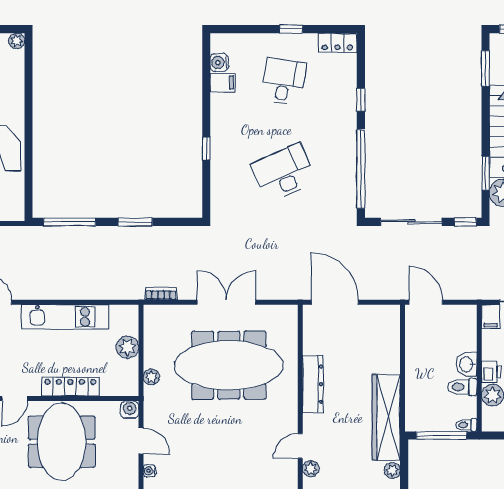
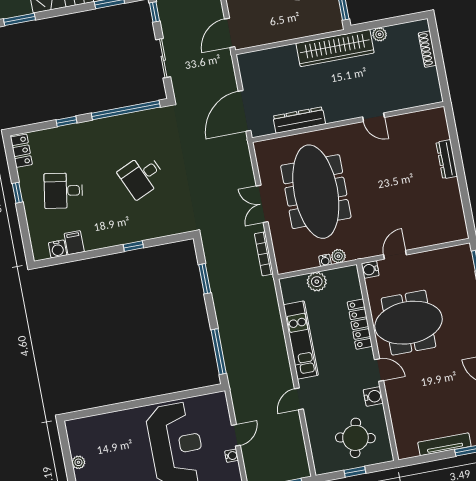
plant: (17, 41) -> (72, 426), removed
desk: (284, 173) -> (142, 176), width x0.73
window: (135, 222) -> (205, 279), moved
sliding door: (411, 222) -> (163, 58), width x0.73
bookcase: (161, 293) -> (264, 254), width x1.56
double door: (226, 302) -> (262, 204), width x0.73
dresser: (313, 384) -> (299, 120), moved
plant: (311, 469) -> (391, 105), removed
water cooler: (150, 471) -> (325, 260), moved

